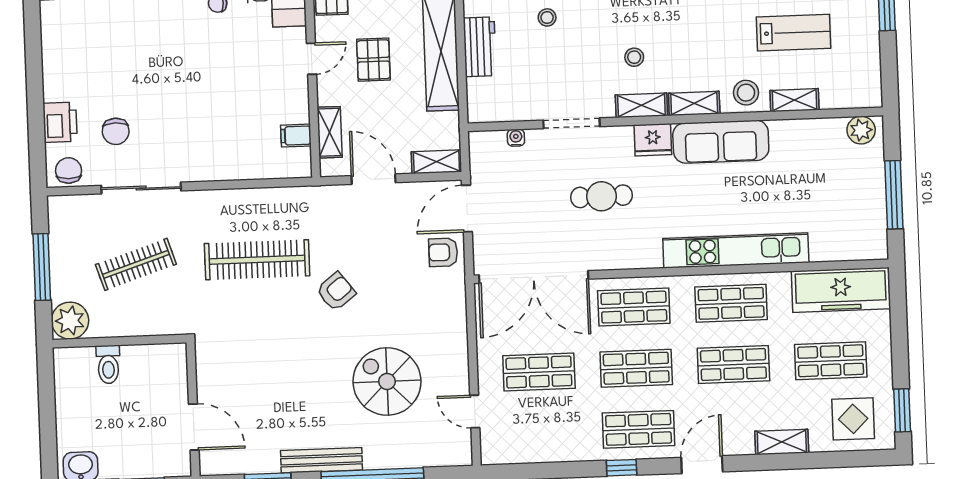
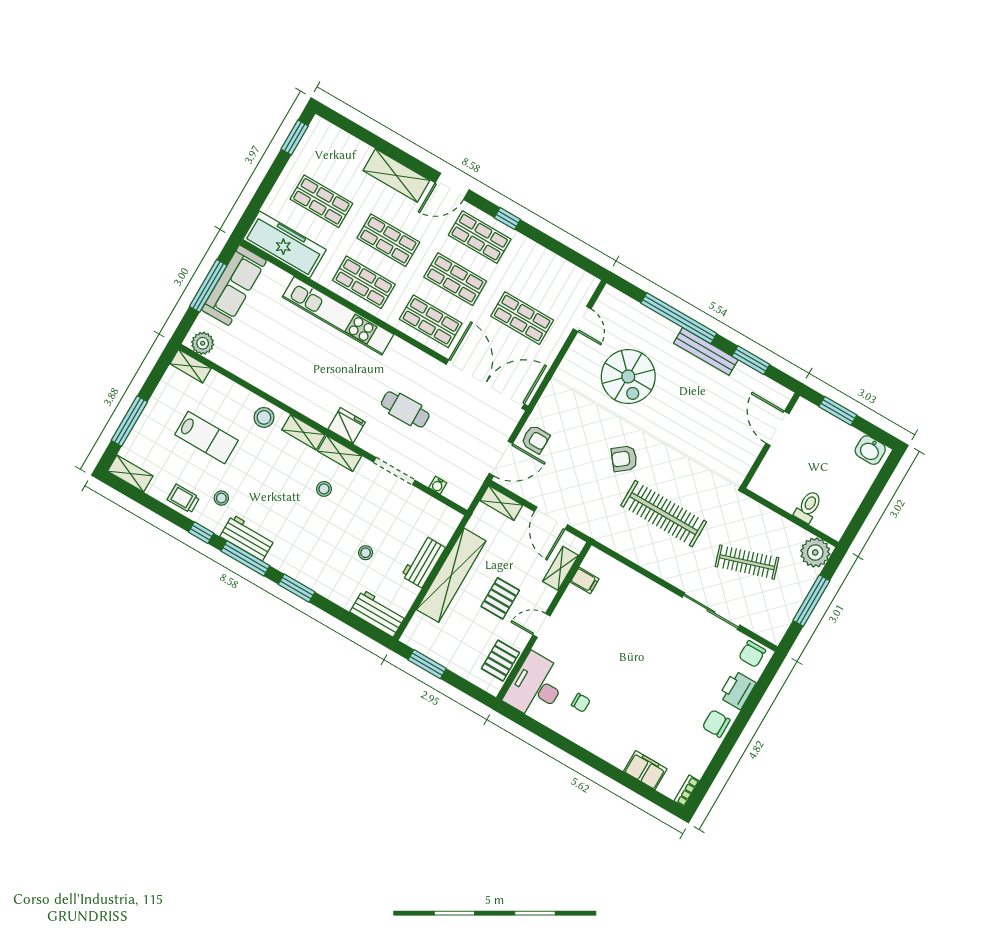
lab bench: (794, 33) -> (206, 437), turned 180
shelving: (795, 100) -> (191, 366), moved
chair: (116, 131) -> (716, 724), moved, turned -90
sofa: (721, 142) -> (234, 285), moved, turned 90
display table: (853, 419) -> (331, 153), removed
shelving: (782, 442) -> (396, 176), width x1.50, depth x1.33

